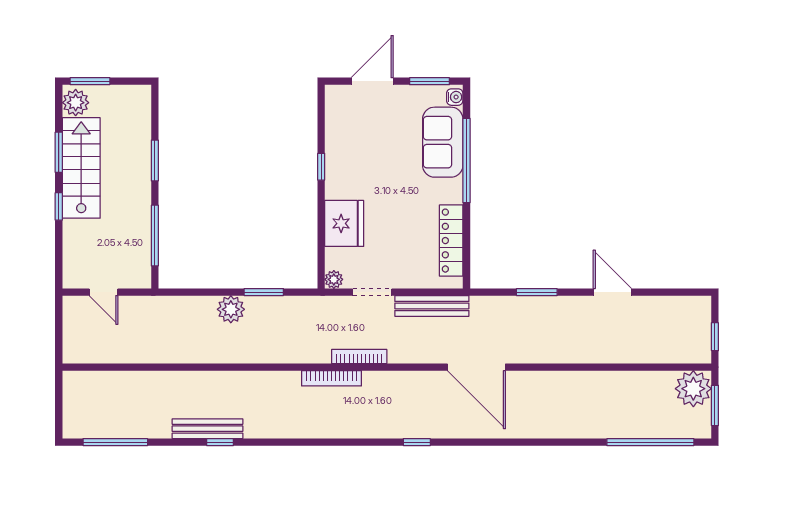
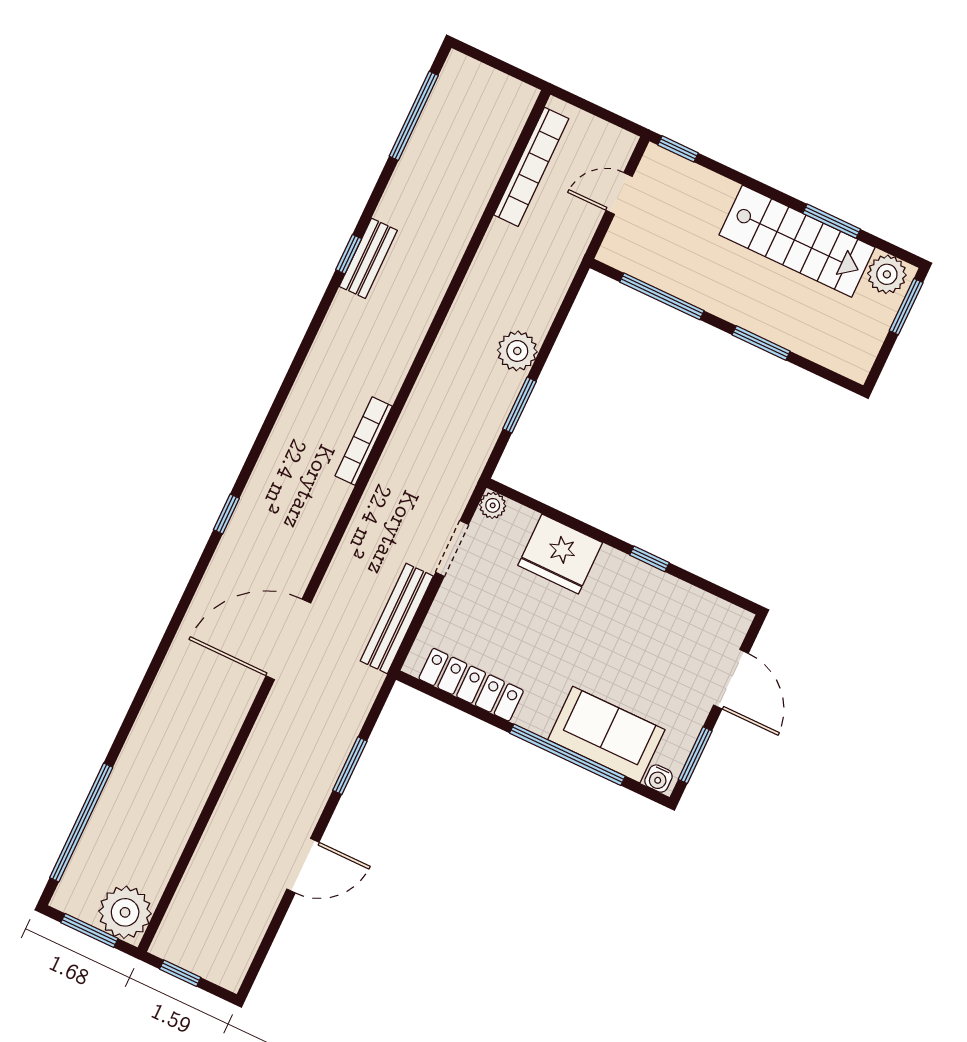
window: (59, 206) -> (678, 149), moved
bookcase: (359, 356) -> (531, 167), moved, width x1.48, depth x1.31
bench: (208, 429) -> (368, 258), width x0.73

